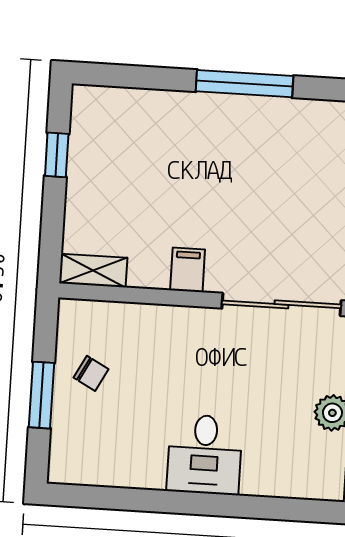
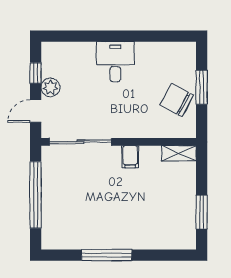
window: (57, 155) -> (202, 212), width x1.50
chair: (91, 373) -> (177, 100), width x1.87, depth x1.87

